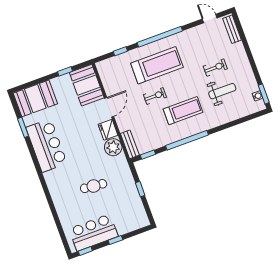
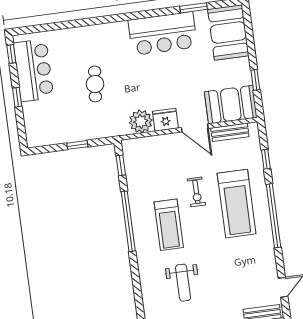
exercise bike: (215, 68) -> (216, 280), removed
bench: (130, 144) -> (230, 132), moved

